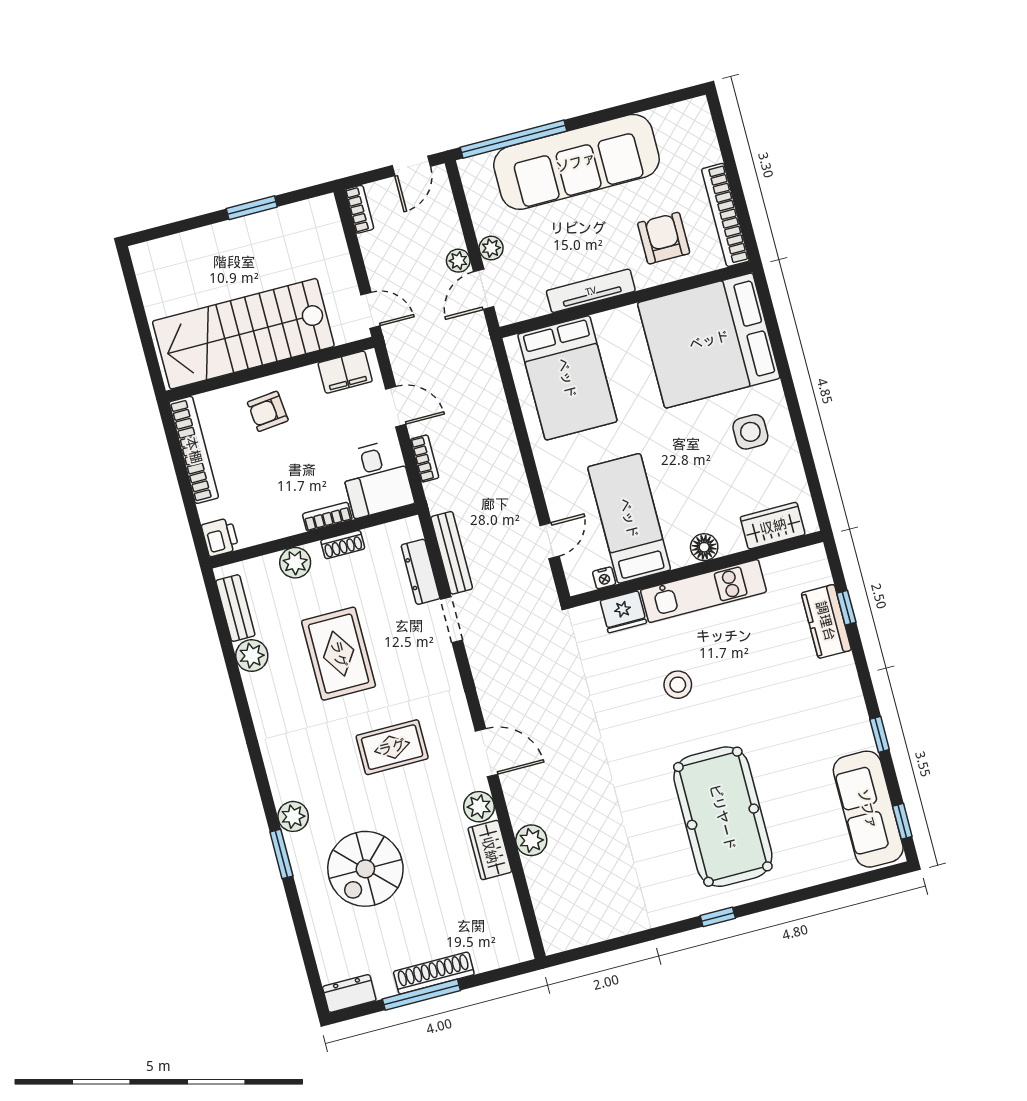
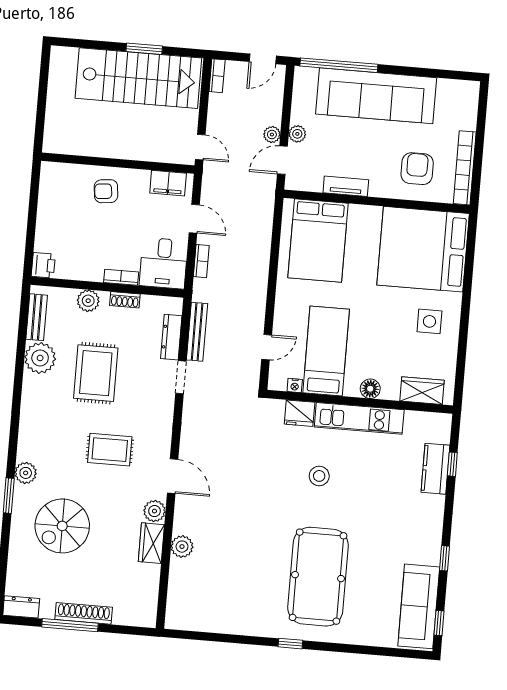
tv unit: (591, 291) -> (346, 186), width x0.71
stairs: (243, 334) -> (138, 78), moved, turned 180
bookcase: (194, 450) -> (46, 200), removed
plant: (252, 656) -> (40, 358), width x1.36, depth x1.36

